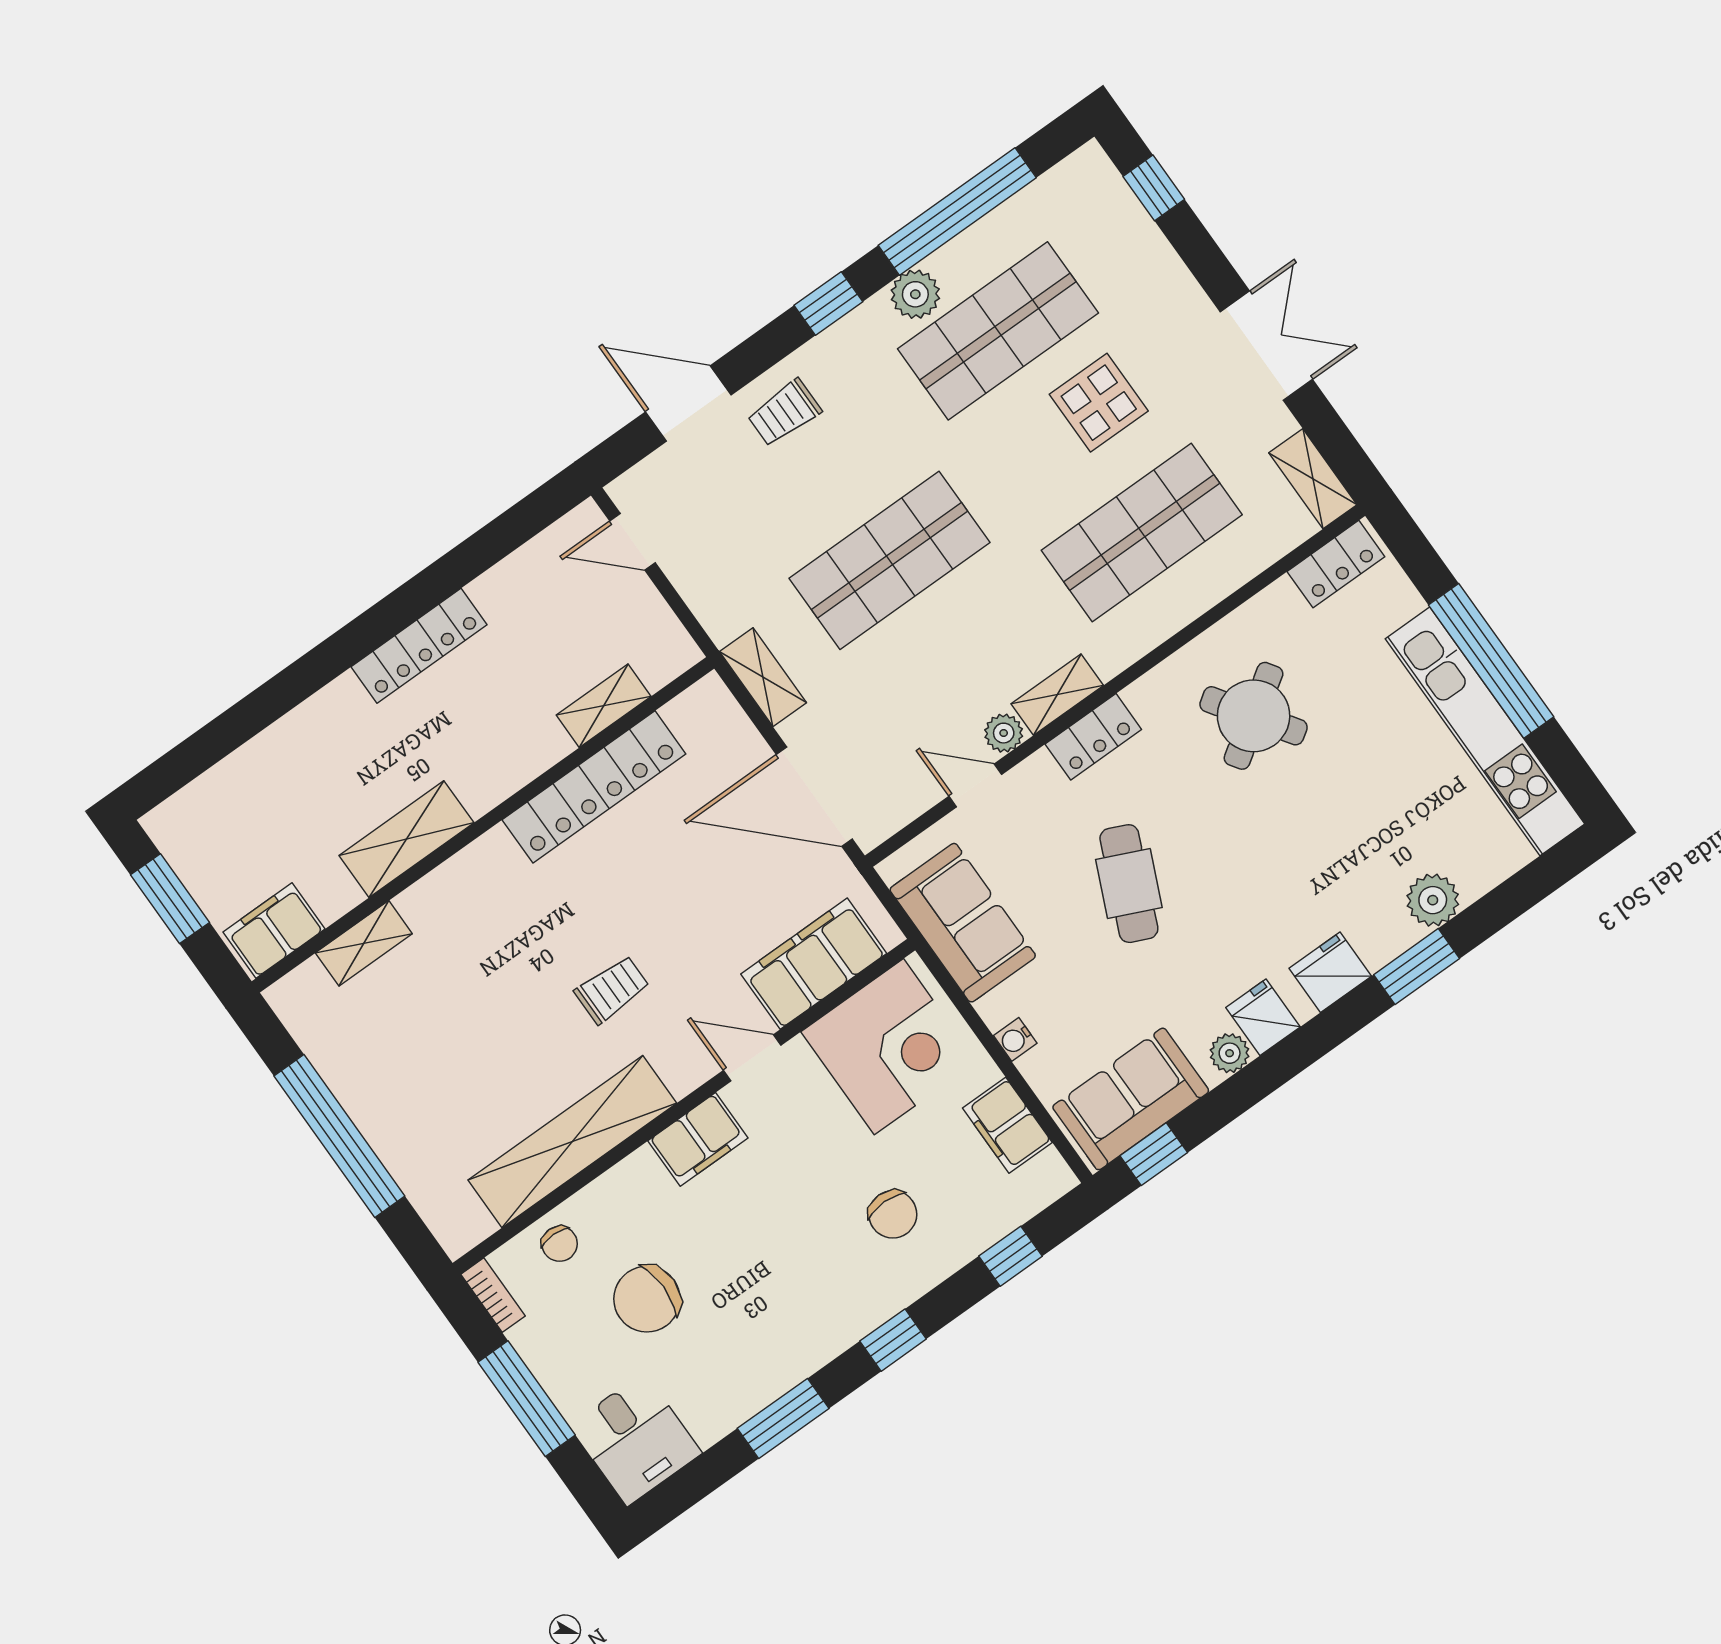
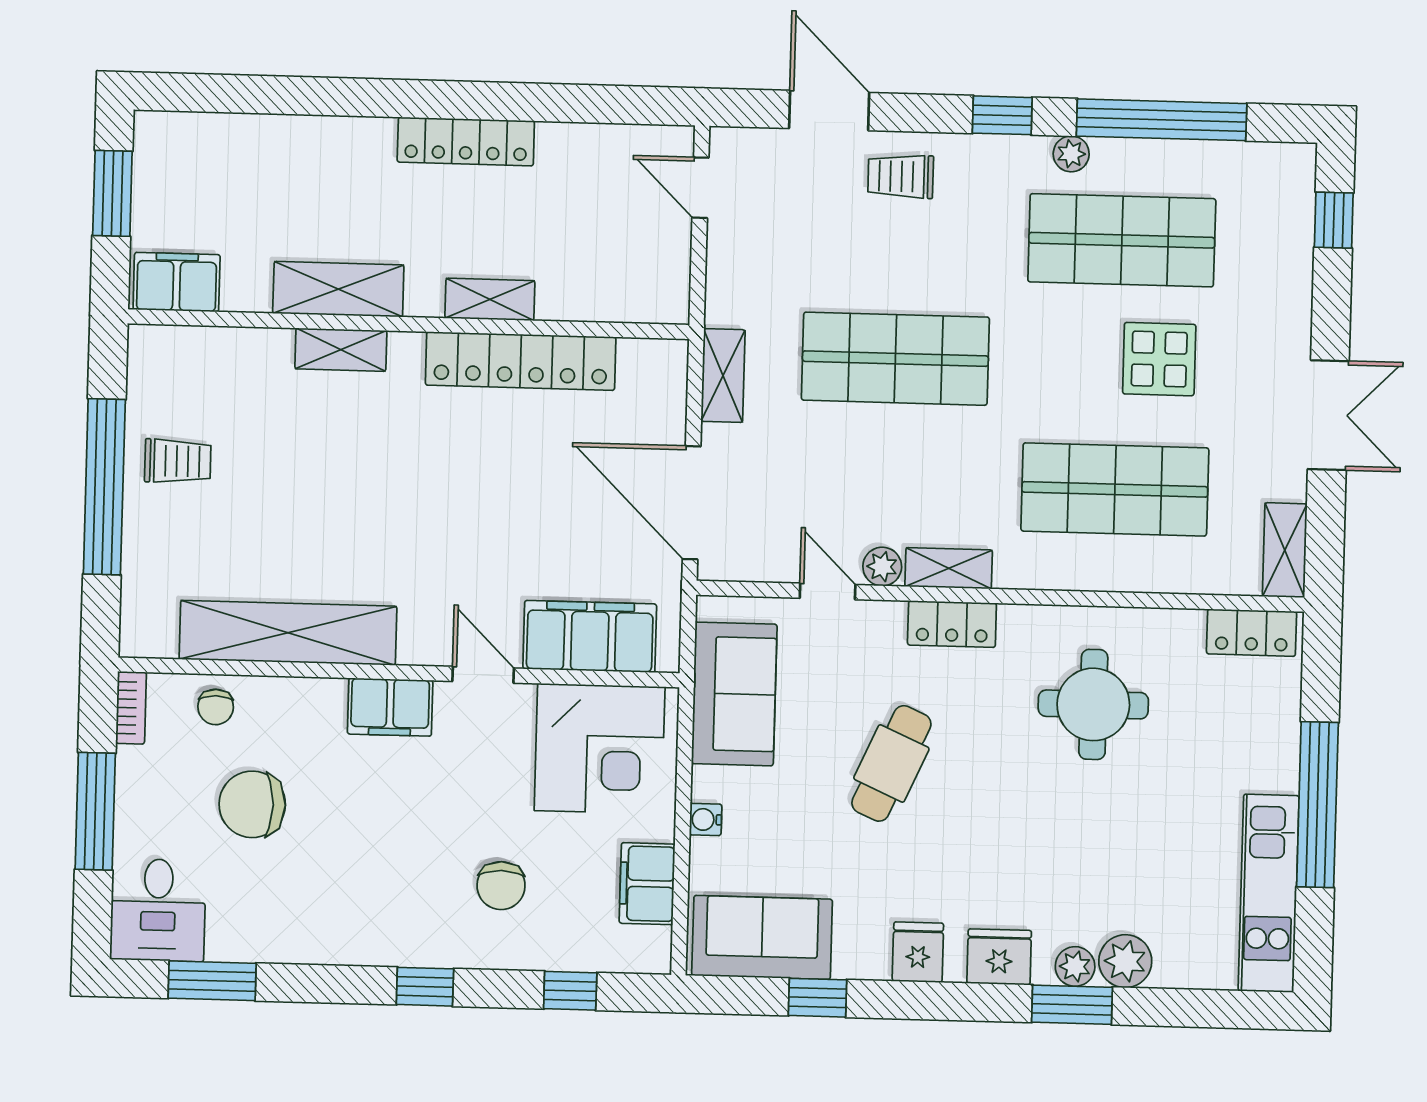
plant: (915, 294) -> (1071, 154), width x0.73, depth x0.73
shelving: (604, 706) -> (490, 299), moved
round table: (1254, 716) -> (1093, 704), turned 34
kitchen unit: (1485, 731) -> (1269, 893), width x0.73
shelving: (364, 943) -> (341, 350), moved
trolley: (612, 989) -> (178, 461), moved
plant: (1230, 1053) -> (1075, 966), moved
window: (1154, 1154) -> (817, 998), moved
window: (783, 1418) -> (212, 981), moved

